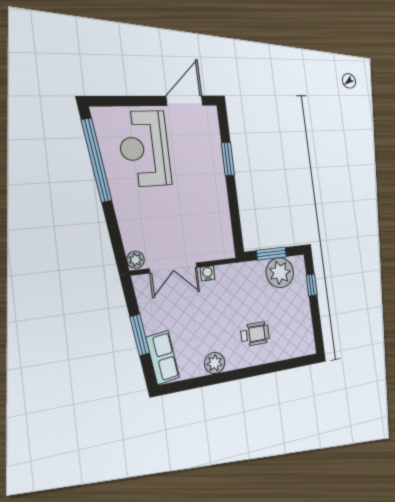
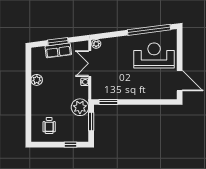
window: (228, 159) -> (108, 102), moved
plant: (280, 273) -> (80, 107), moved
wheelchair: (255, 334) -> (49, 125), moved
row of seats: (163, 357) -> (58, 50), moved

